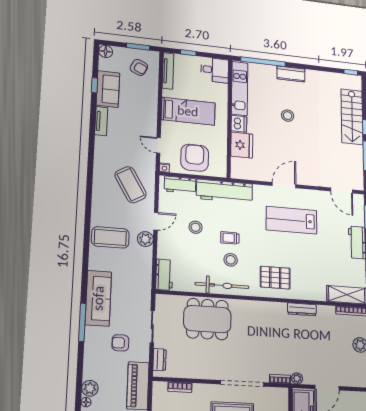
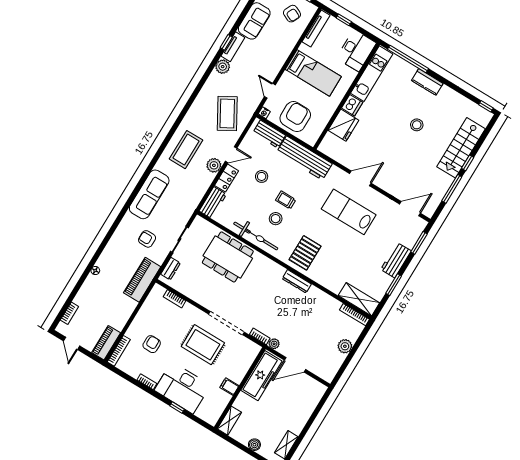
desk: (215, 70) -> (356, 50), width x1.37
window: (94, 85) -> (226, 42), moved
stool: (288, 116) -> (417, 125), moved
door: (342, 190) -> (410, 209), swing flipped
coffee table: (110, 237) -> (186, 150), turned 90
locker: (164, 245) -> (227, 178), added
pallet: (275, 278) -> (305, 253), turned 90
dresser: (302, 309) -> (297, 281), moved
window: (82, 322) -> (126, 207), removed
plant: (90, 388) -> (223, 67), moved

